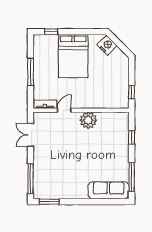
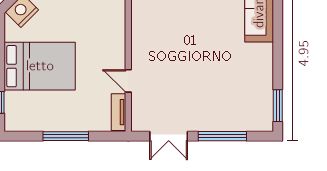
plant: (88, 120) -> (145, 42), removed
window: (30, 179) -> (222, 136), moved

